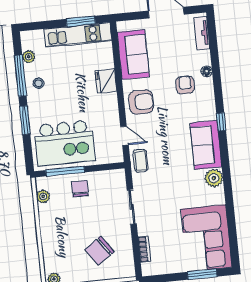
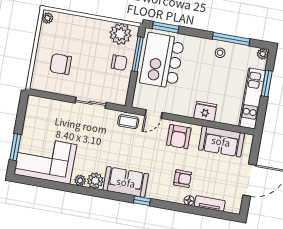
window: (81, 21) -> (267, 84), moved
tv unit: (202, 33) -> (210, 203), moved
plant: (29, 57) -> (263, 54), moved
window: (25, 120) -> (166, 27), moved
plant: (218, 194) -> (80, 180), added
plant: (43, 197) -> (120, 34), width x1.87, depth x1.87
bookcase: (144, 249) -> (51, 103), removed
chair: (99, 251) -> (61, 64), turned -55

